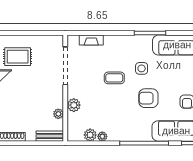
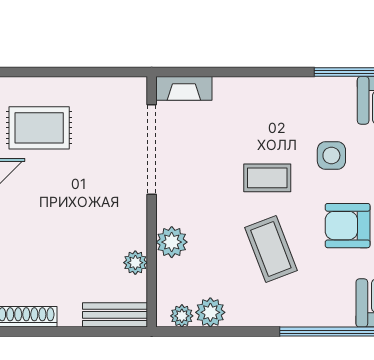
fireplace: (91, 40) -> (184, 88), moved
coffee table: (116, 108) -> (271, 249), added
plant: (102, 136) -> (182, 316), moved

